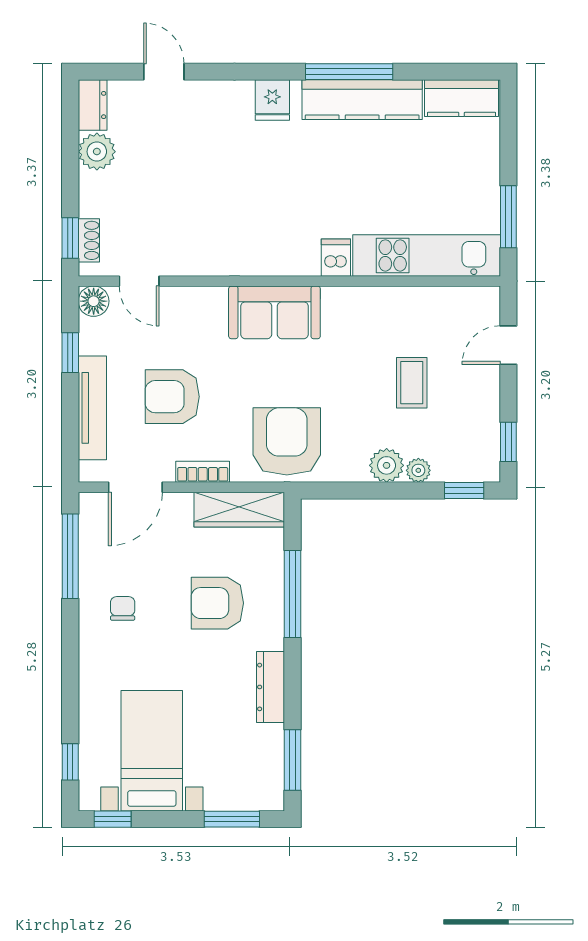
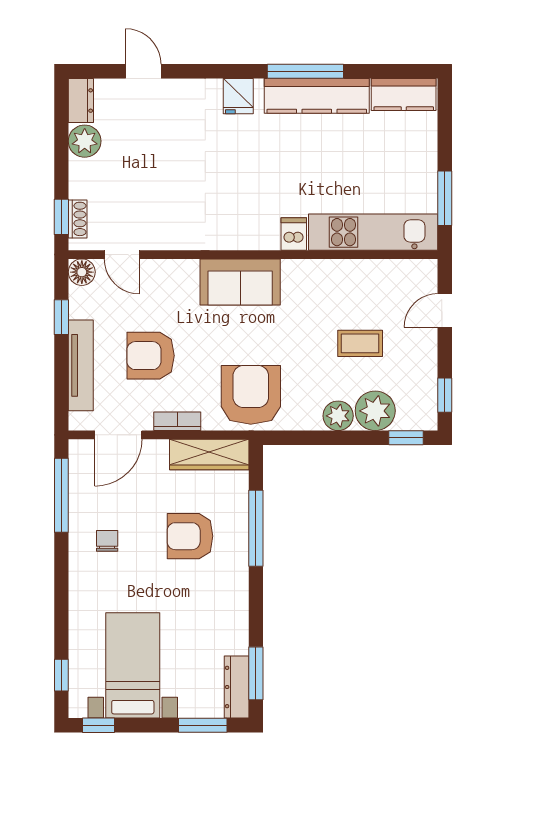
coffee table: (412, 383) -> (360, 343), turned 90
plant: (418, 470) -> (375, 411), width x1.88, depth x1.88
dresser: (271, 687) -> (237, 687), moved

